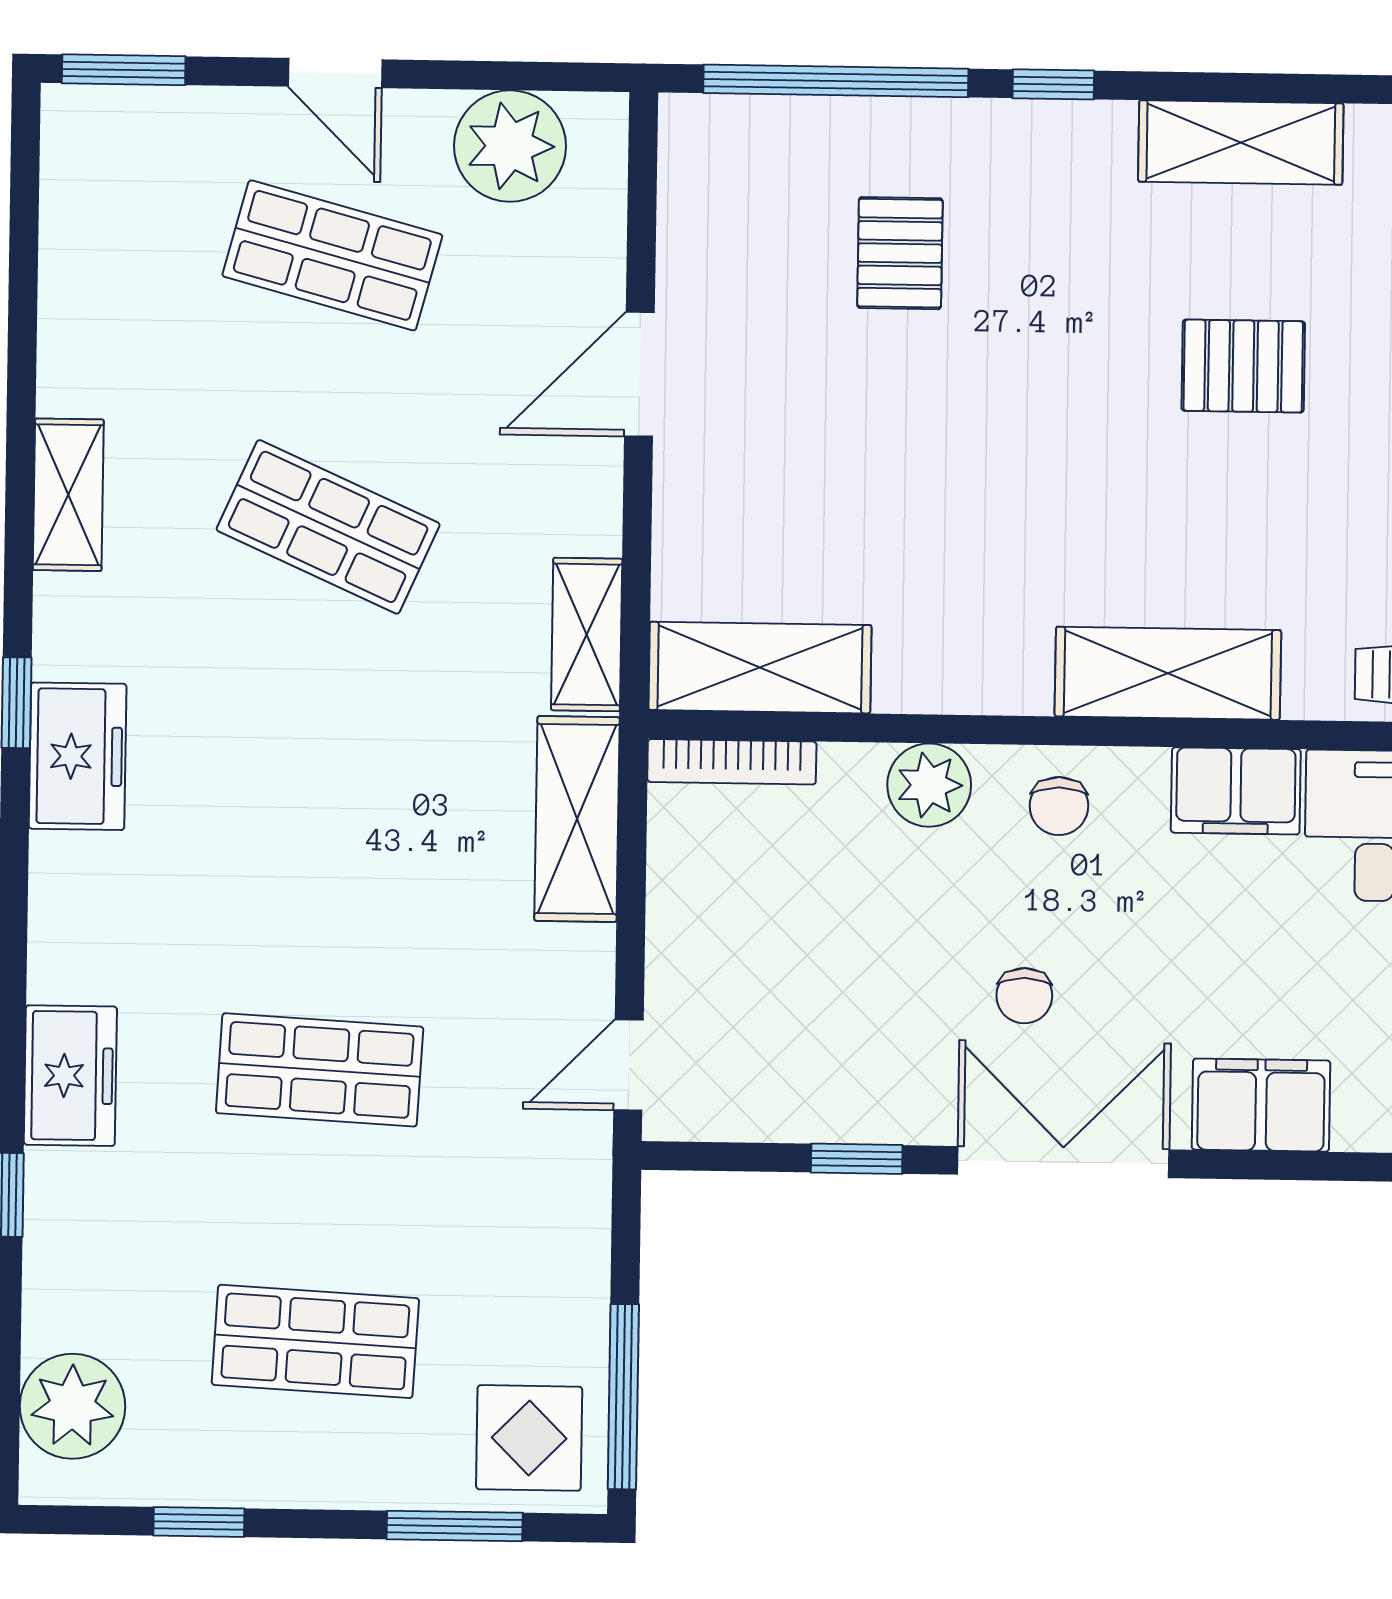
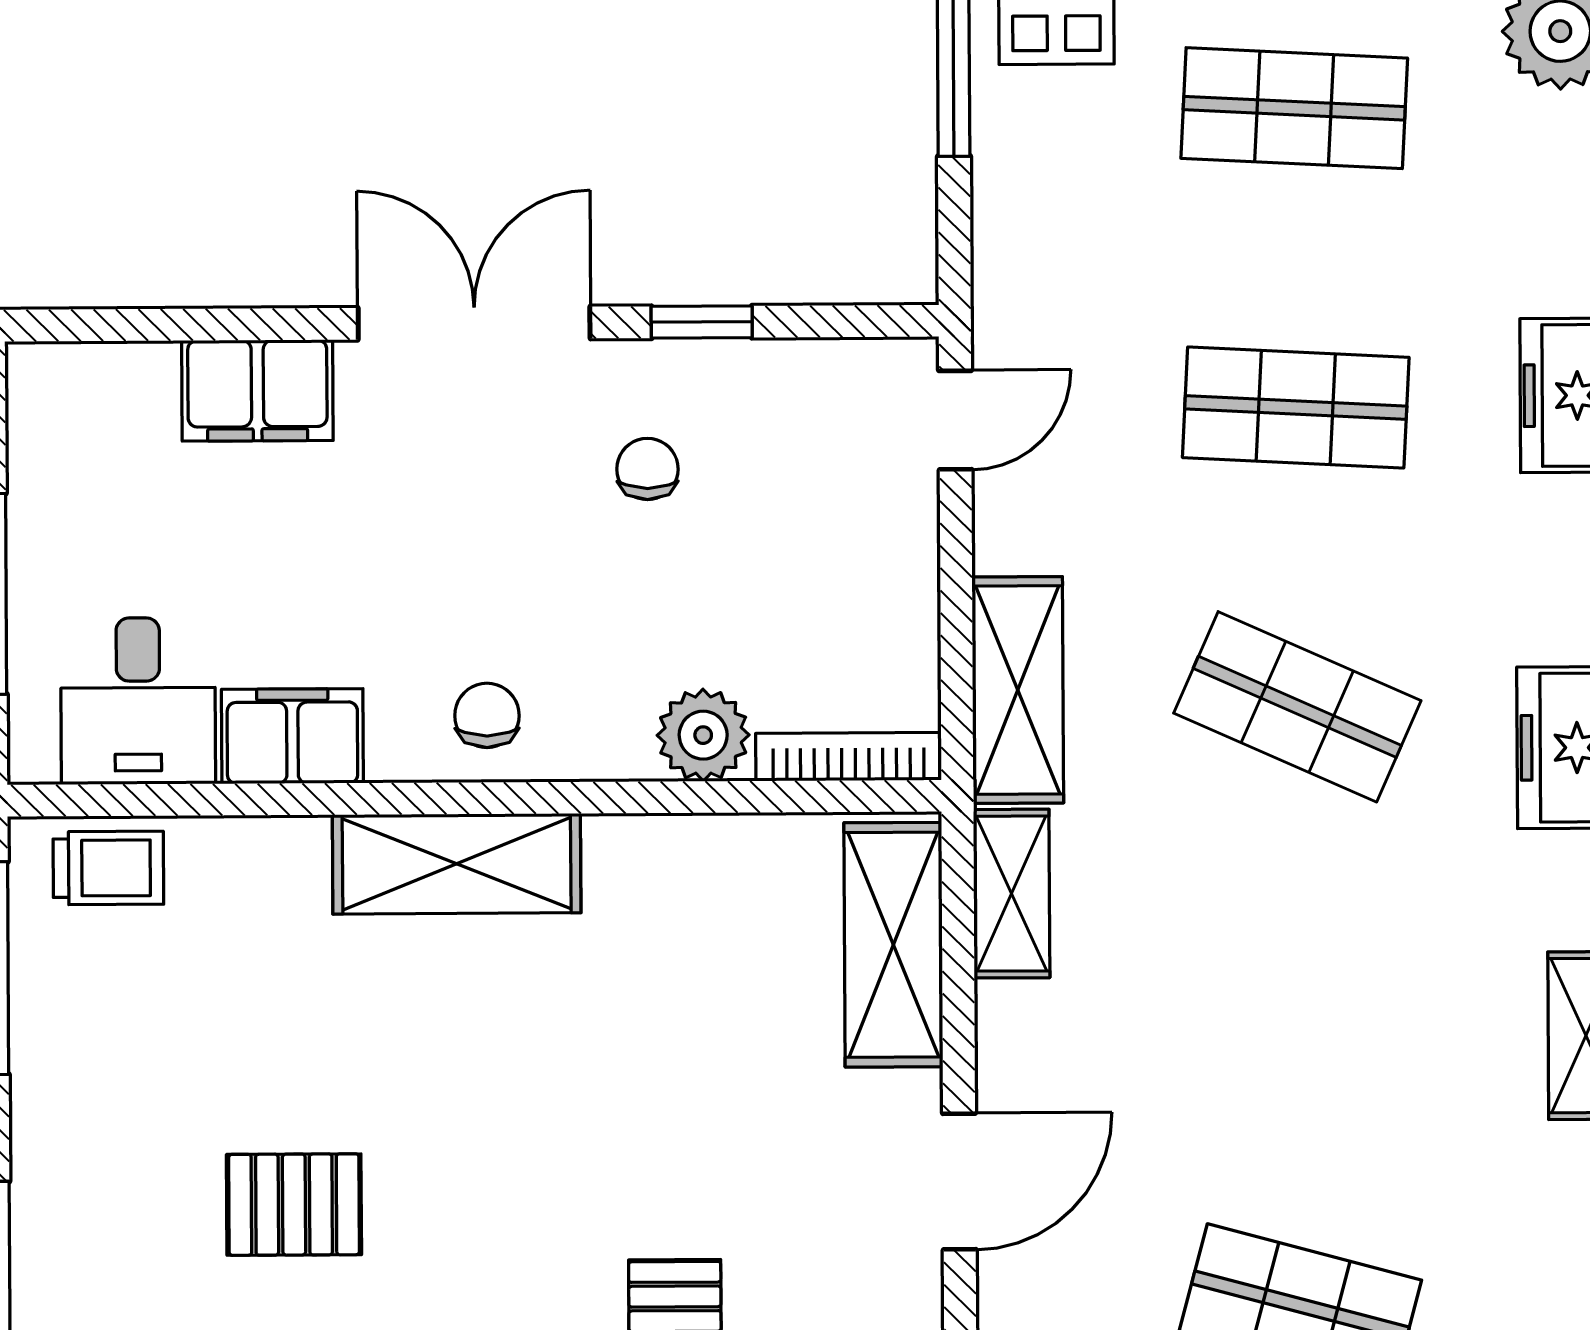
shop shelf: (328, 527) -> (1297, 707), moved
shelving: (760, 668) -> (893, 945), moved, turned 90
shelving: (1168, 673) -> (457, 864), moved
plant: (929, 785) -> (703, 735), moved
chair: (1024, 996) -> (647, 469), moved
double door: (1063, 1162) -> (474, 323), swing flipped

